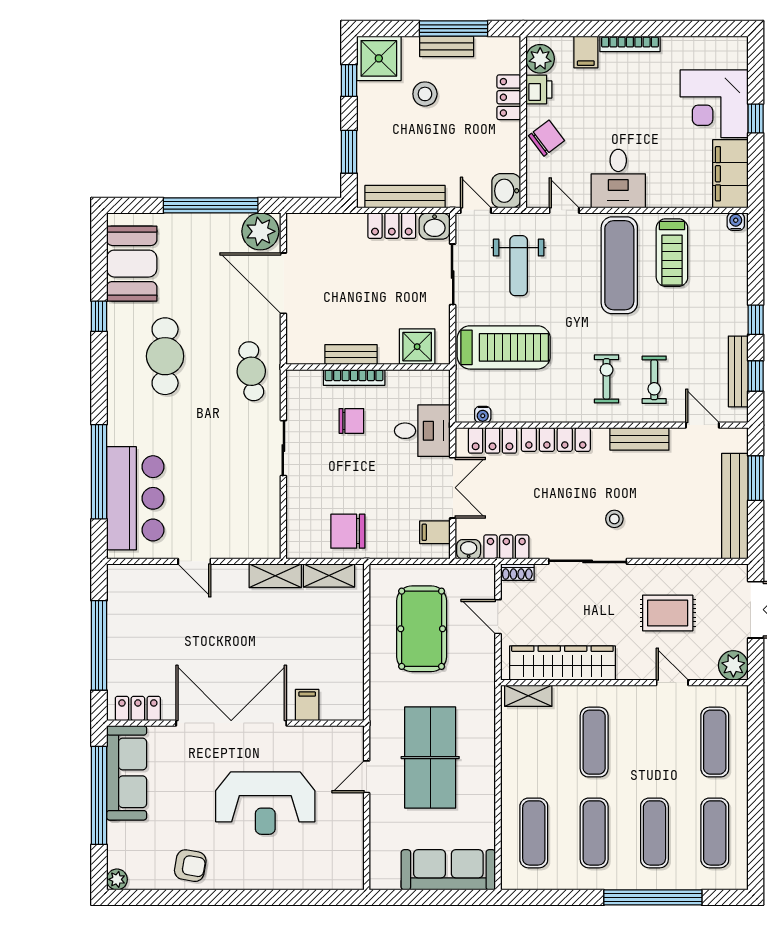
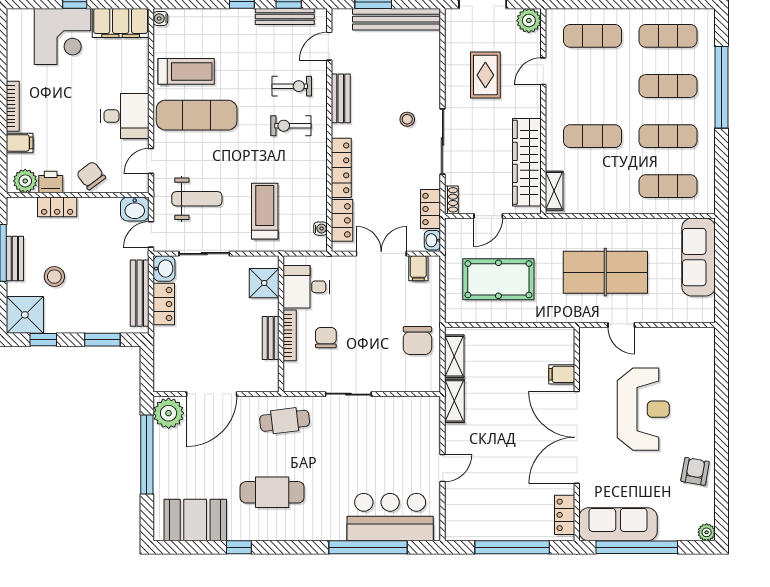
treadmill: (504, 347) -> (265, 211), width x0.73, depth x0.73
desk: (422, 431) -> (306, 287), moved, turned -90

